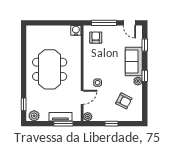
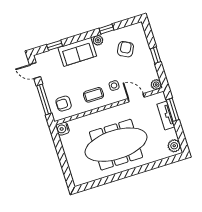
door: (129, 23) -> (35, 71), swing flipped
coffee table: (95, 64) -> (94, 95), added
meeting table: (50, 69) -> (116, 145), width x1.36
window: (145, 76) -> (106, 29), moved
window: (24, 104) -> (165, 162), removed

